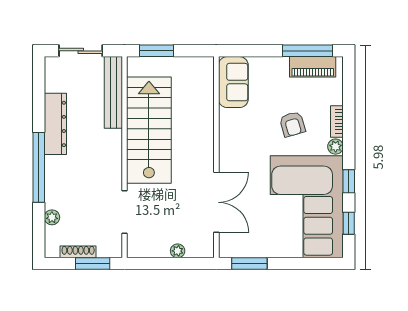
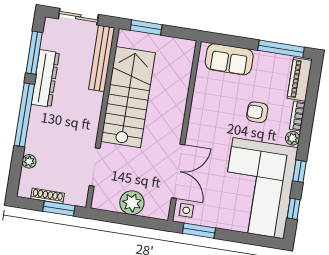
piano: (313, 67) -> (300, 79), moved, turned 90
sofa: (233, 82) -> (229, 59), moved, turned 90
window: (39, 98) -> (34, 53), added
armchair: (292, 124) -> (257, 112), turned 106
side table: (232, 244) -> (186, 210), added
plant: (178, 251) -> (132, 203), width x1.88, depth x1.88

